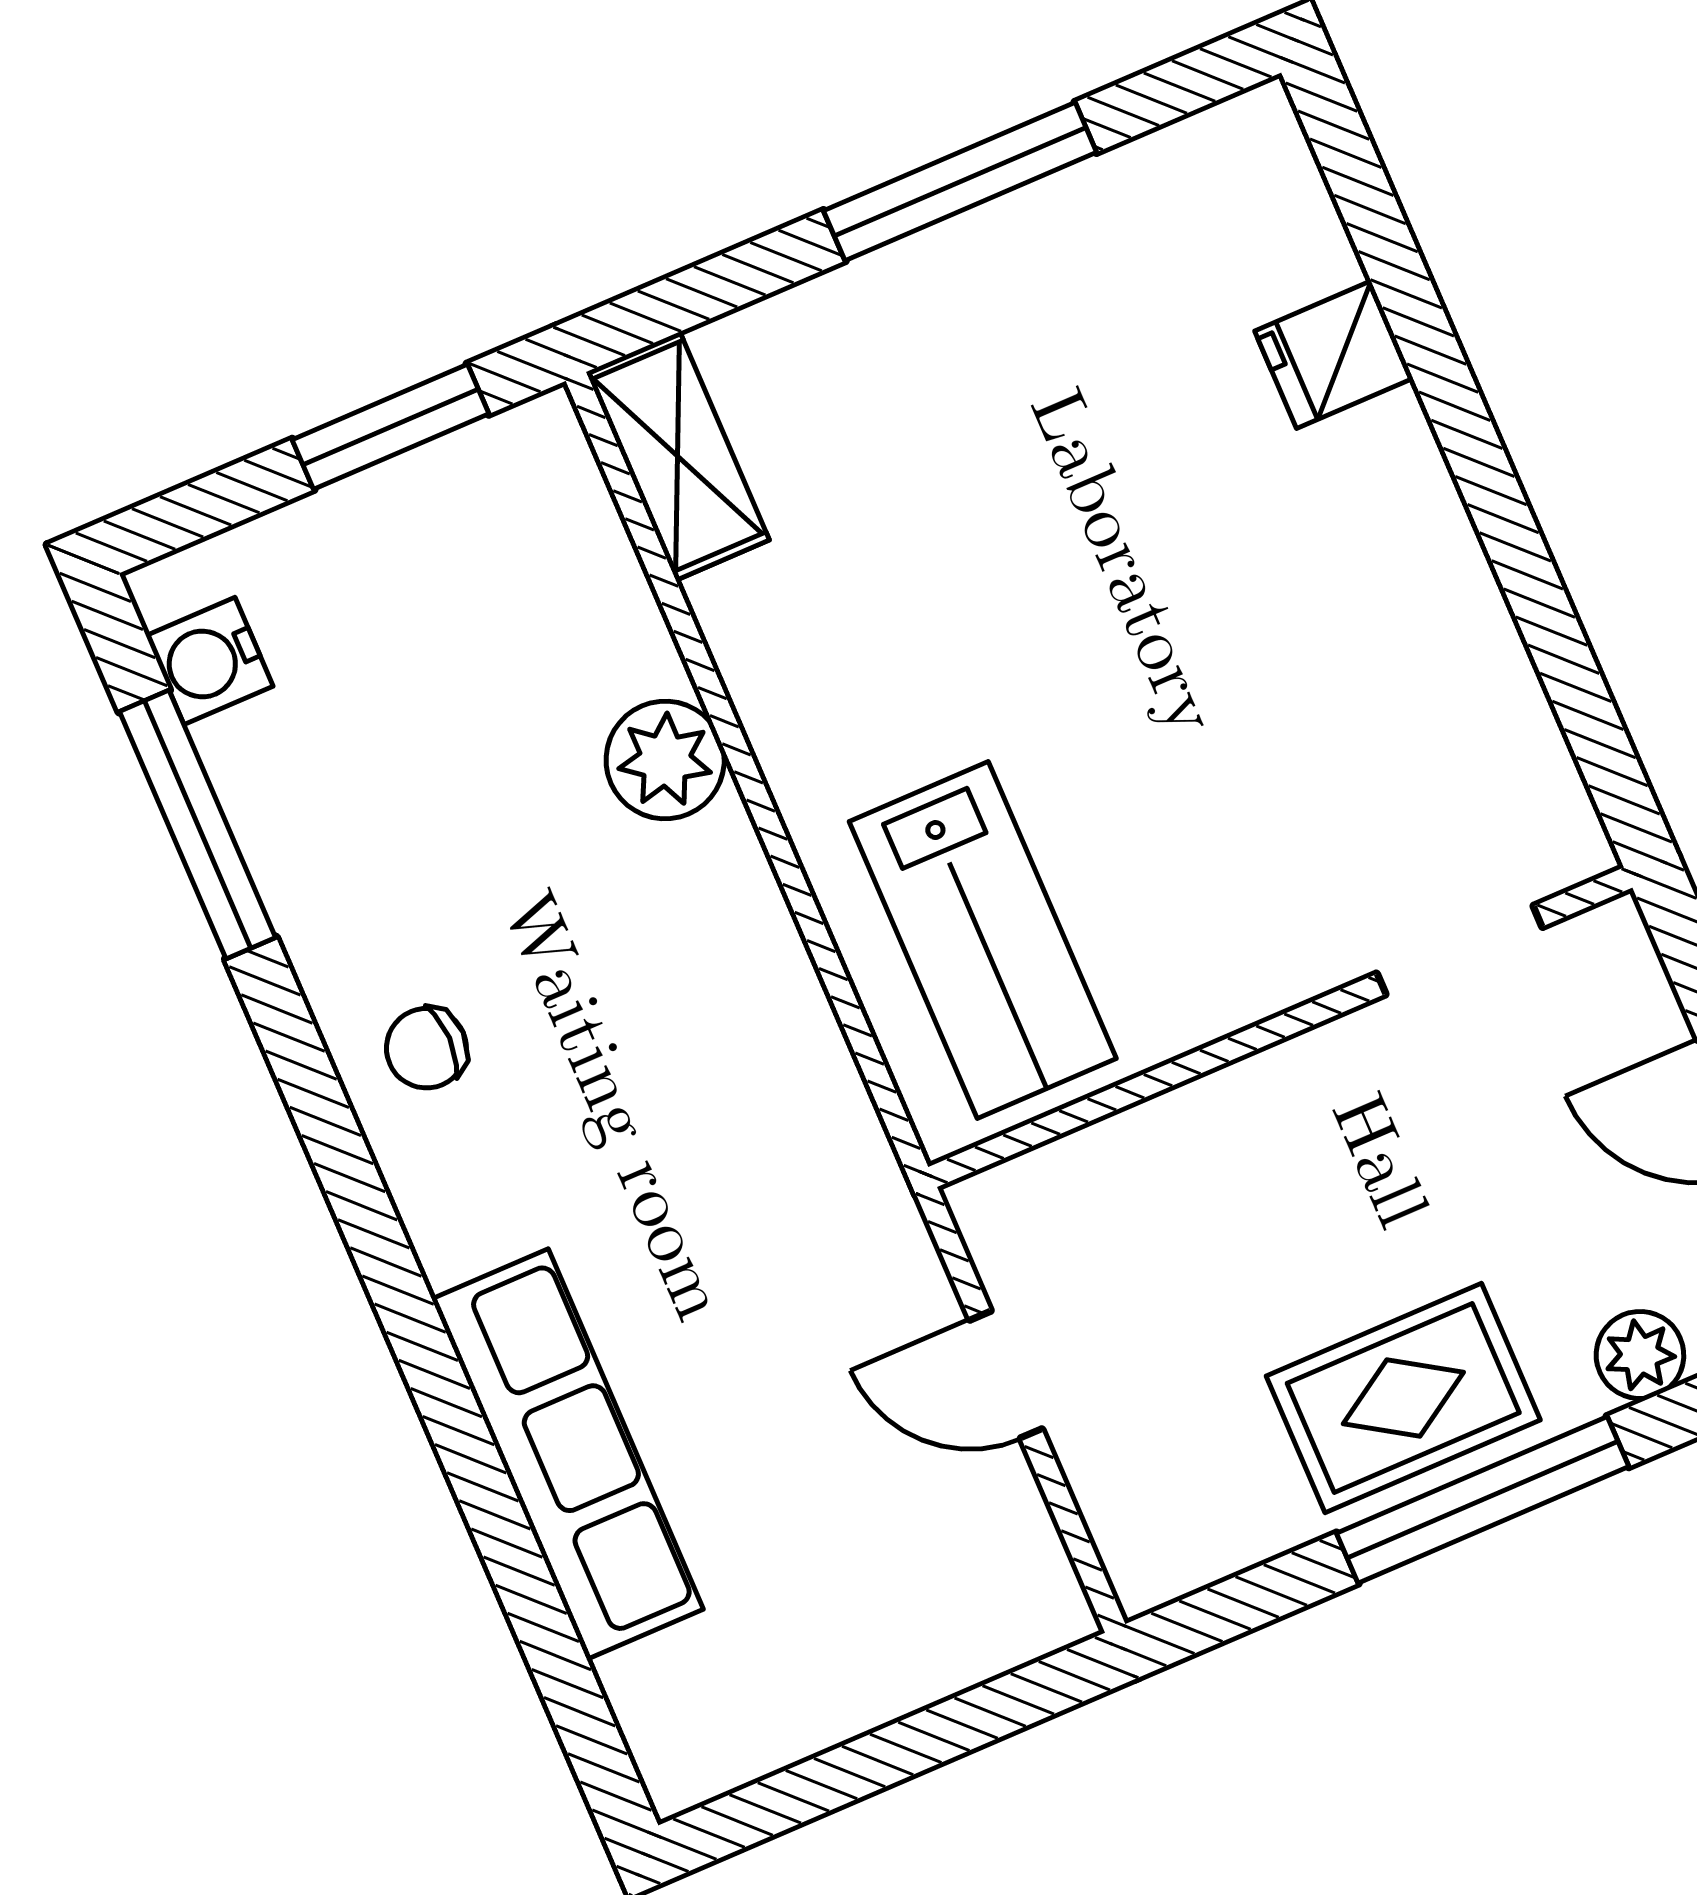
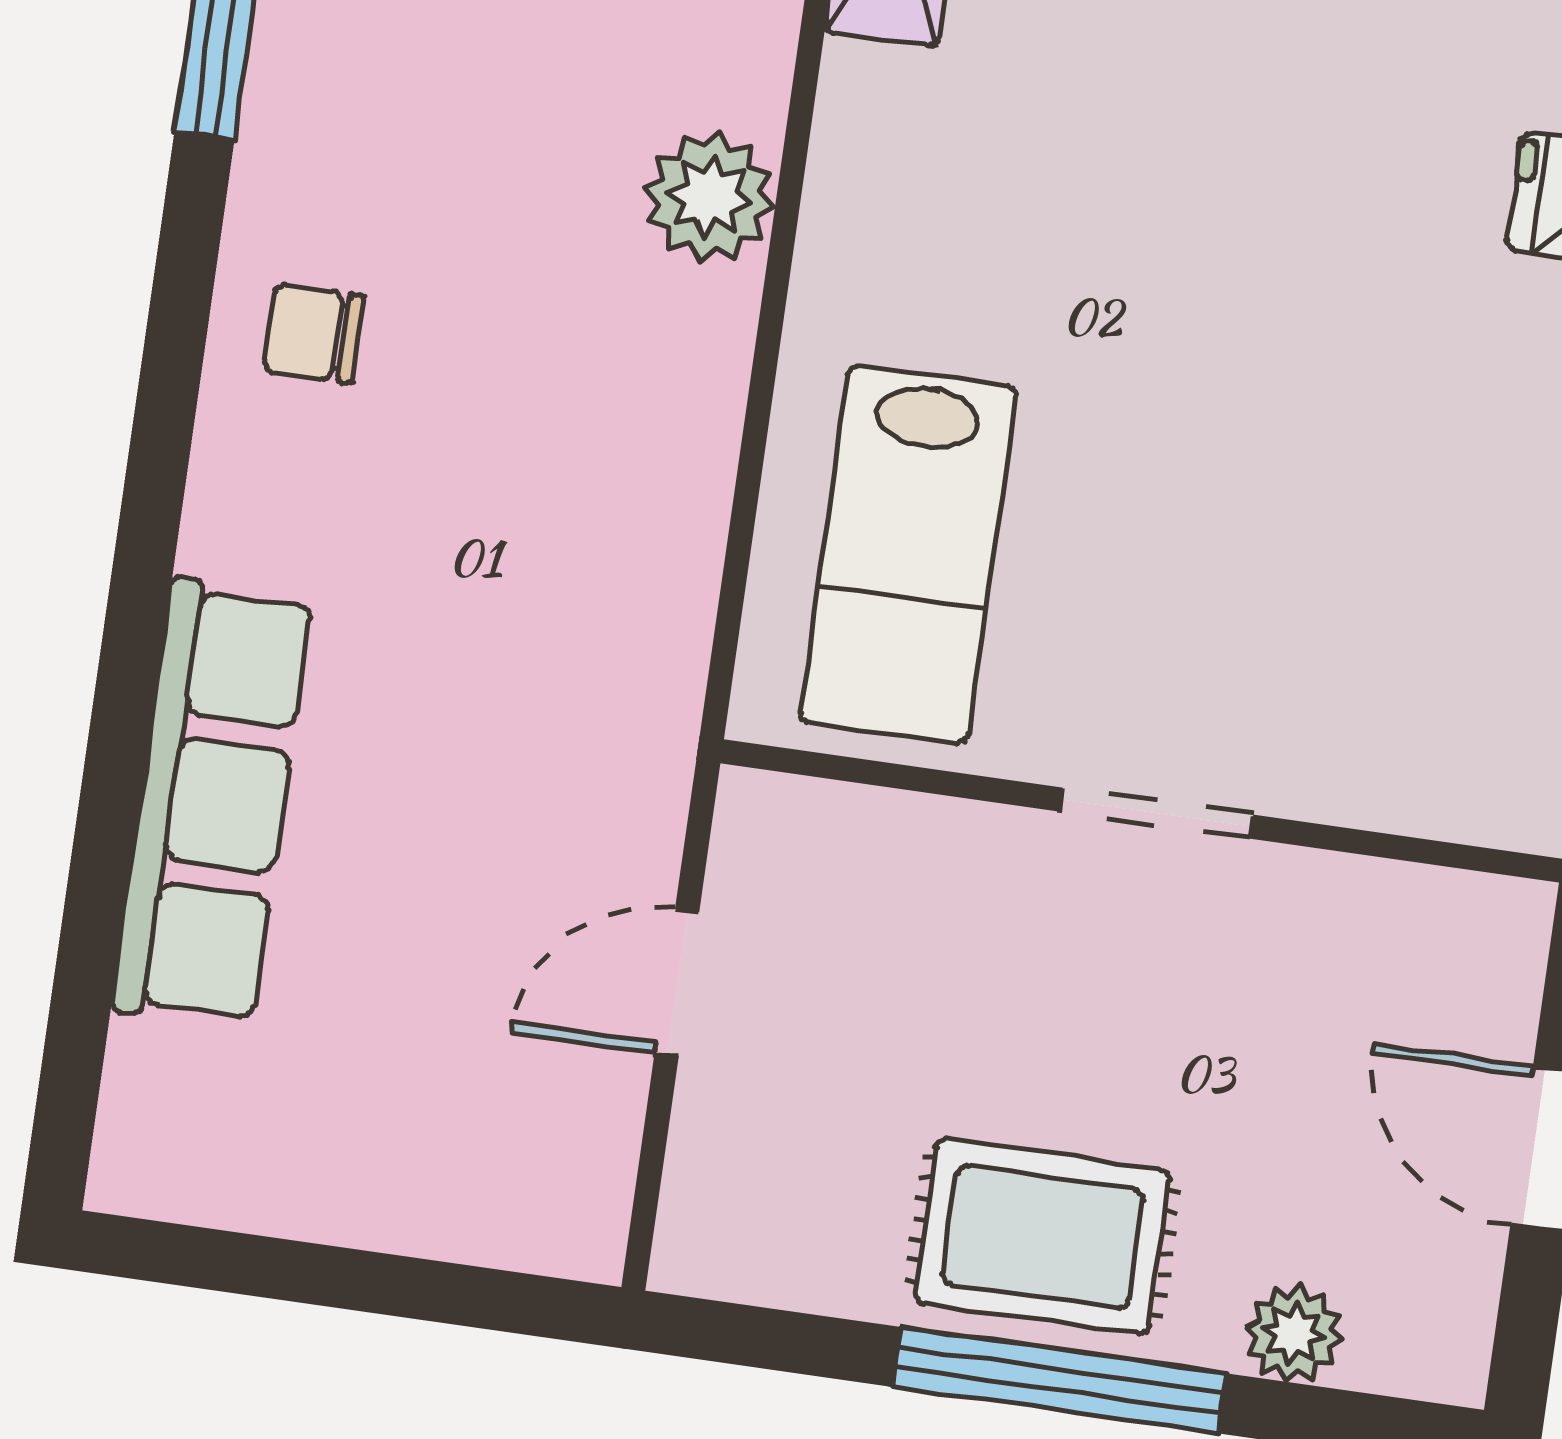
doorway: (1459, 950) -> (1156, 813), moved
door: (1006, 1375) -> (677, 983), hinge flipped

